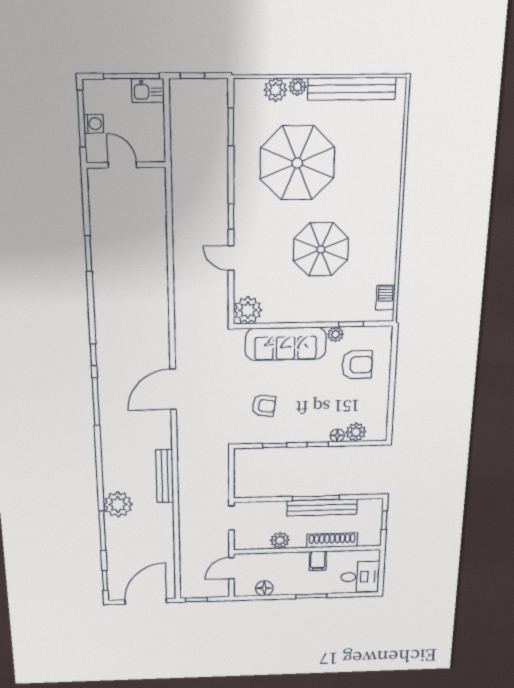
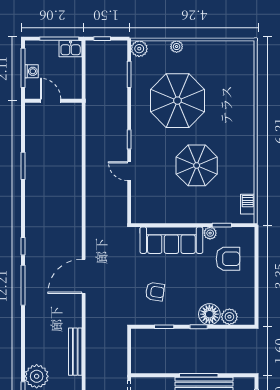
bench: (352, 89) -> (215, 48), removed
plant: (276, 90) -> (139, 49), moved
plant: (248, 310) -> (142, 212), removed
floor lamp: (337, 435) -> (209, 314), width x1.89, depth x1.89

